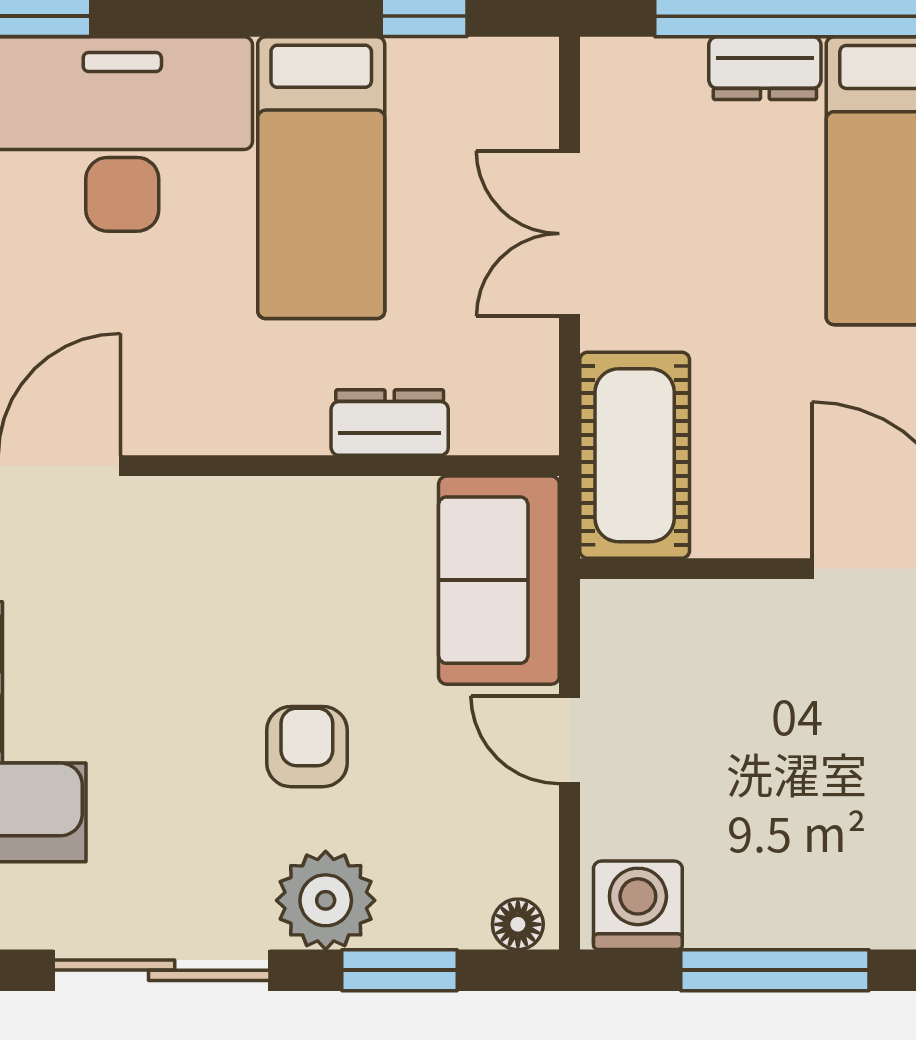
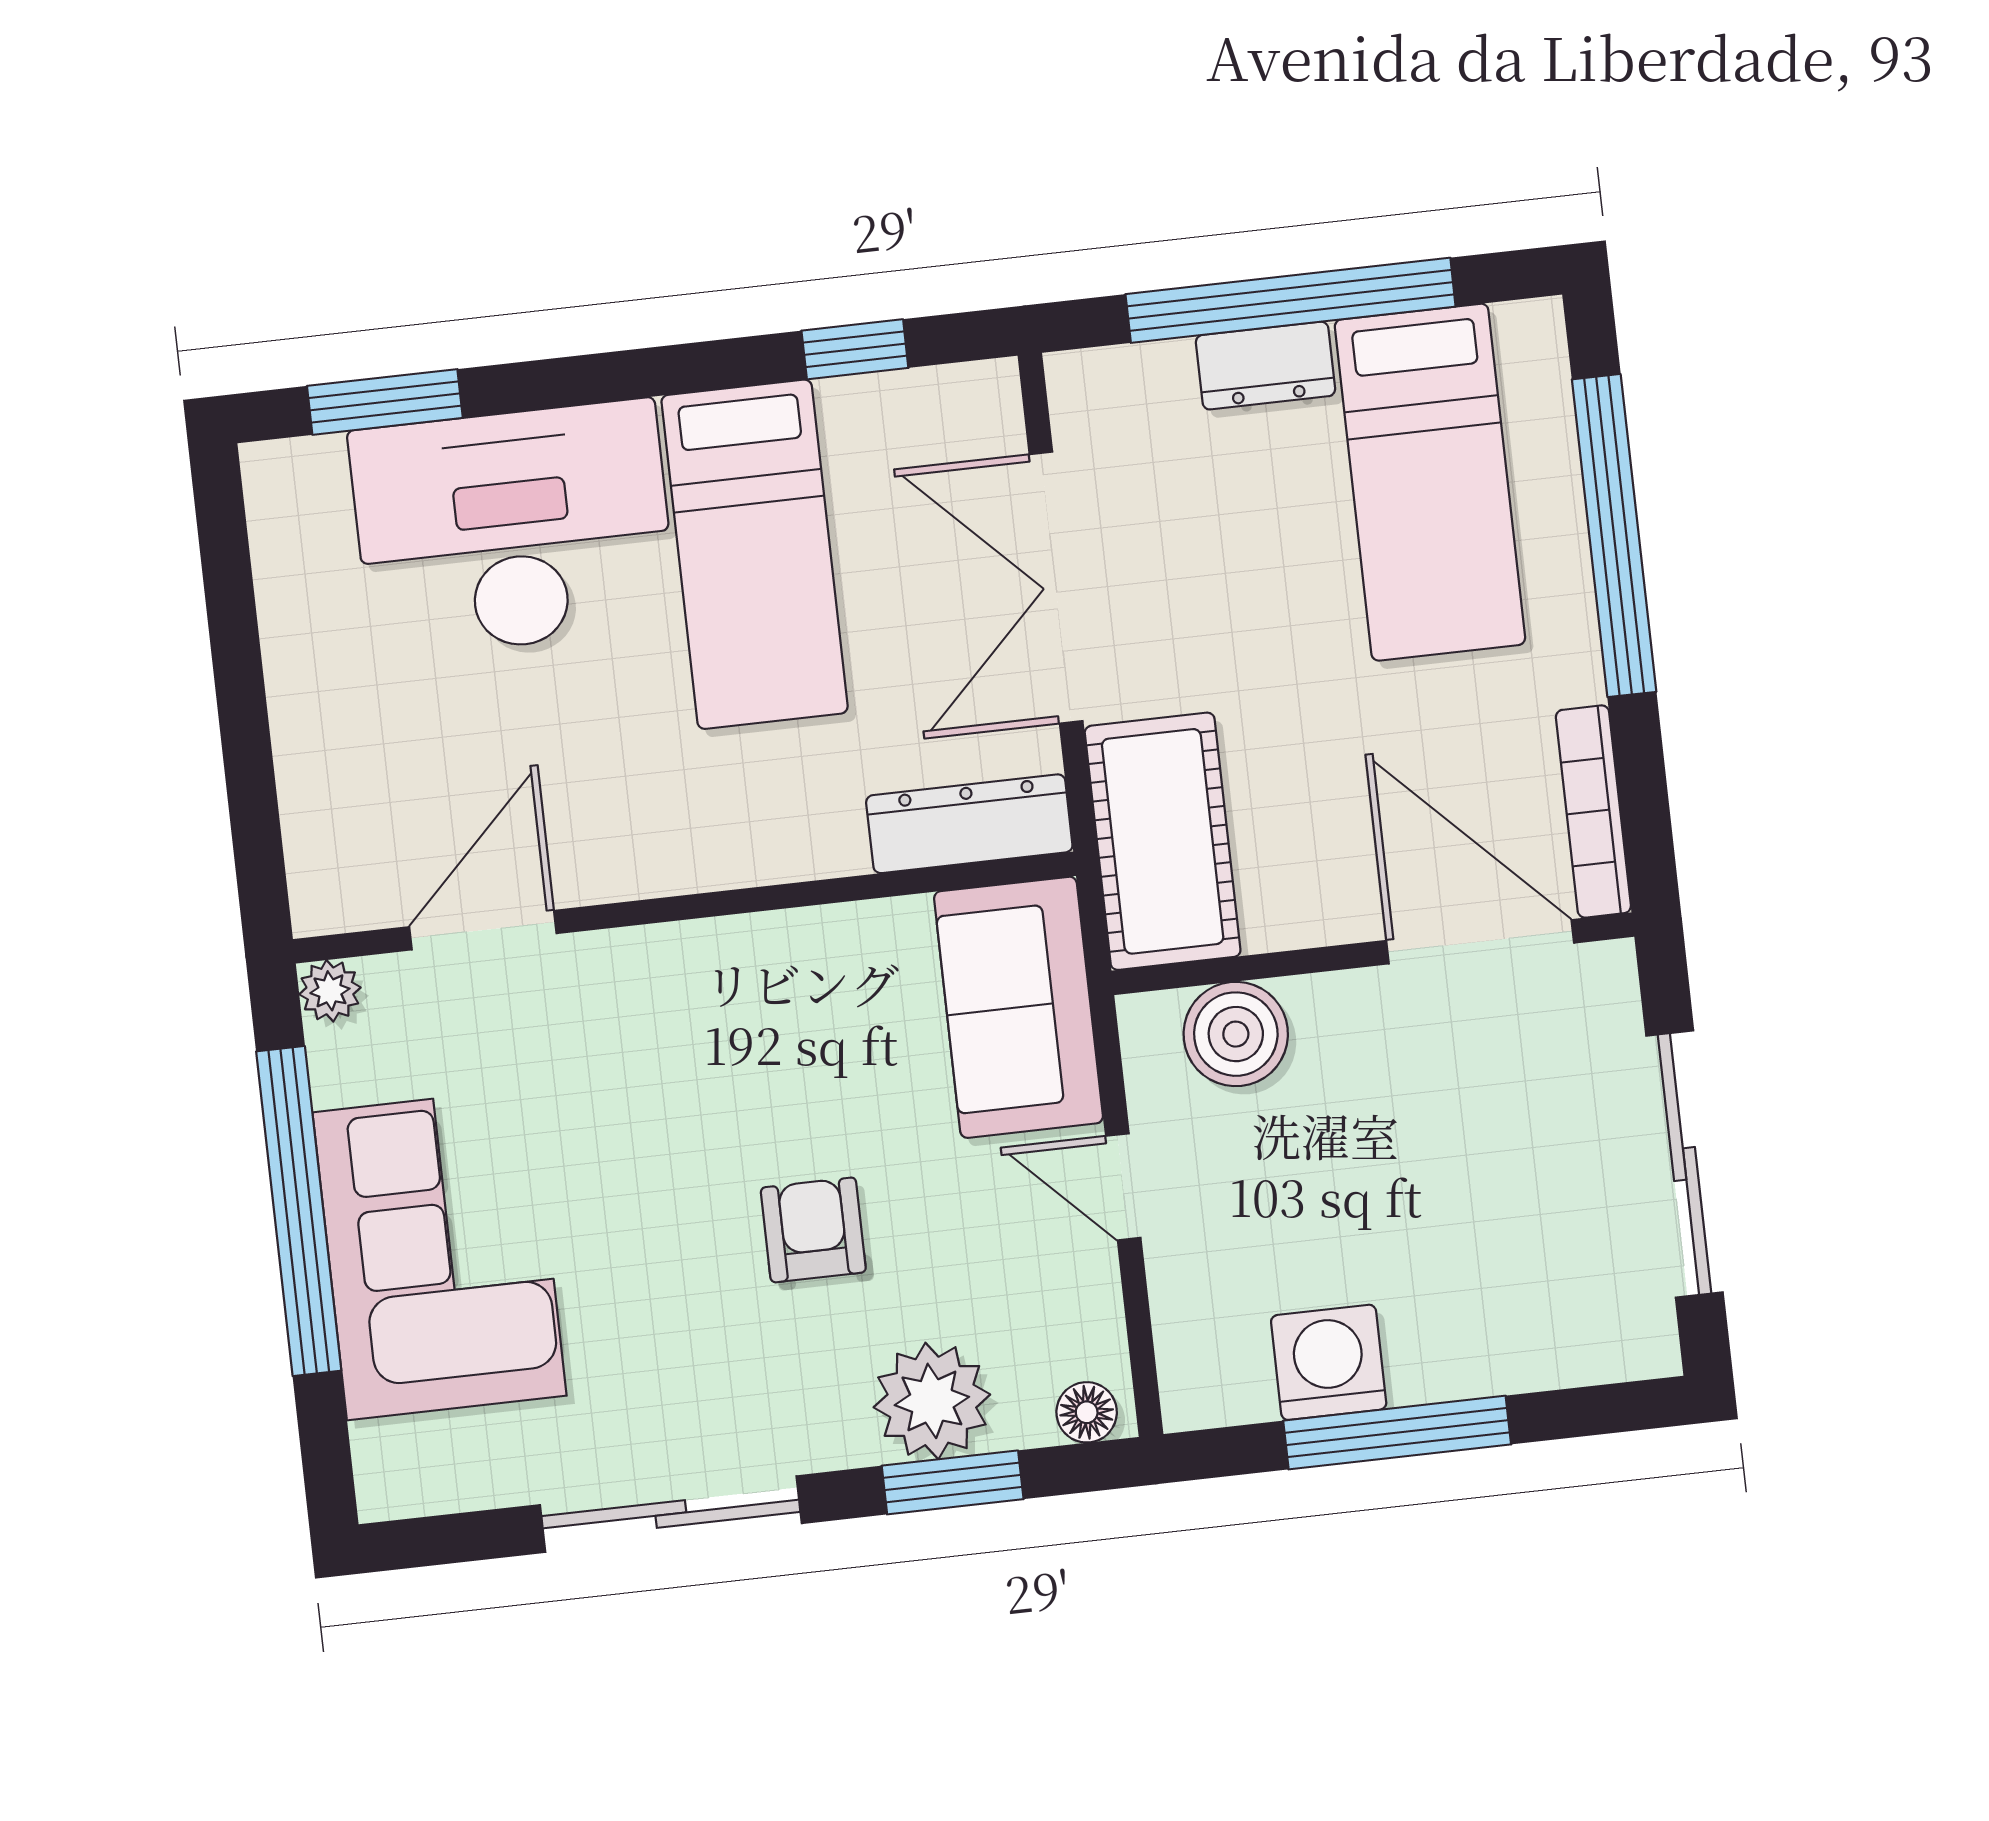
double door: (569, 234) -> (1056, 588), width x1.37
dresser: (390, 423) -> (969, 824), moved, width x1.44
boiler: (678, 623) -> (1236, 1034), added
plant: (326, 900) -> (932, 1401), moved
washing machine: (638, 905) -> (1329, 1362), moved

